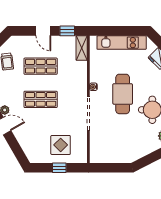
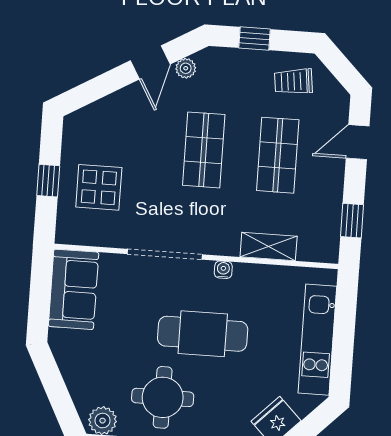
door: (43, 31) -> (358, 142), moved
shelving: (82, 48) -> (269, 247), moved
sofa: (107, 153) -> (74, 289), added

